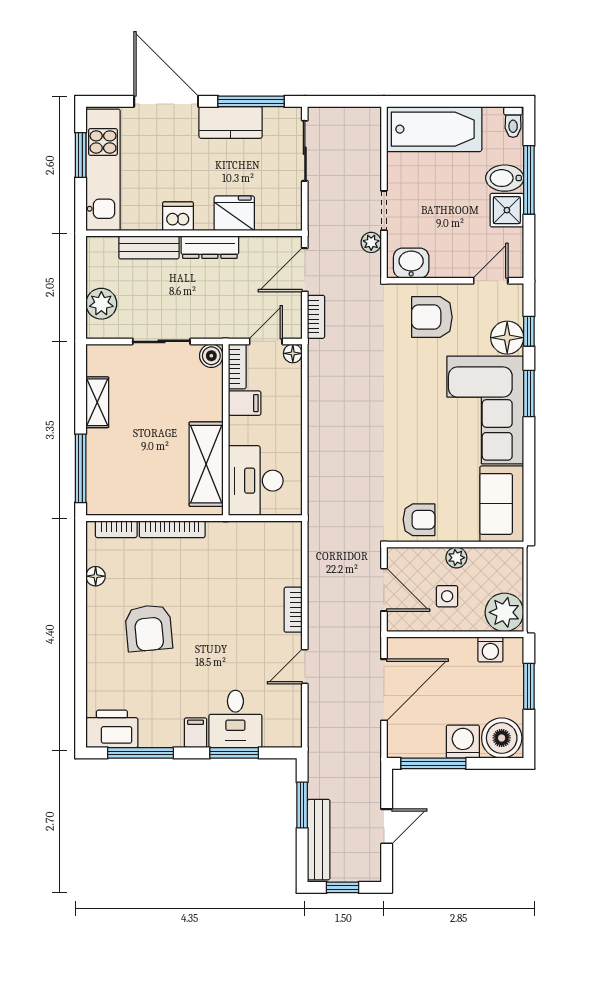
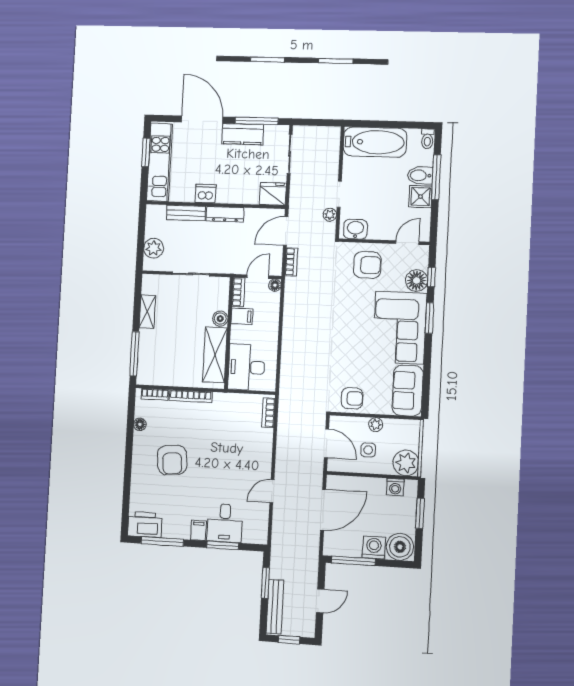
fridge: (234, 213) -> (273, 194), moved
armchair: (432, 317) -> (367, 265), turned 180
boiler: (211, 356) -> (220, 319), moved
bookcase: (293, 610) -> (268, 413), moved

